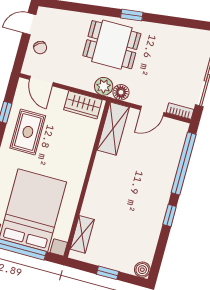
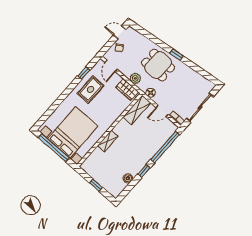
plant: (104, 86) -> (135, 78), moved
shelving: (82, 234) -> (108, 141), moved
boiler: (142, 270) -> (128, 178), moved

